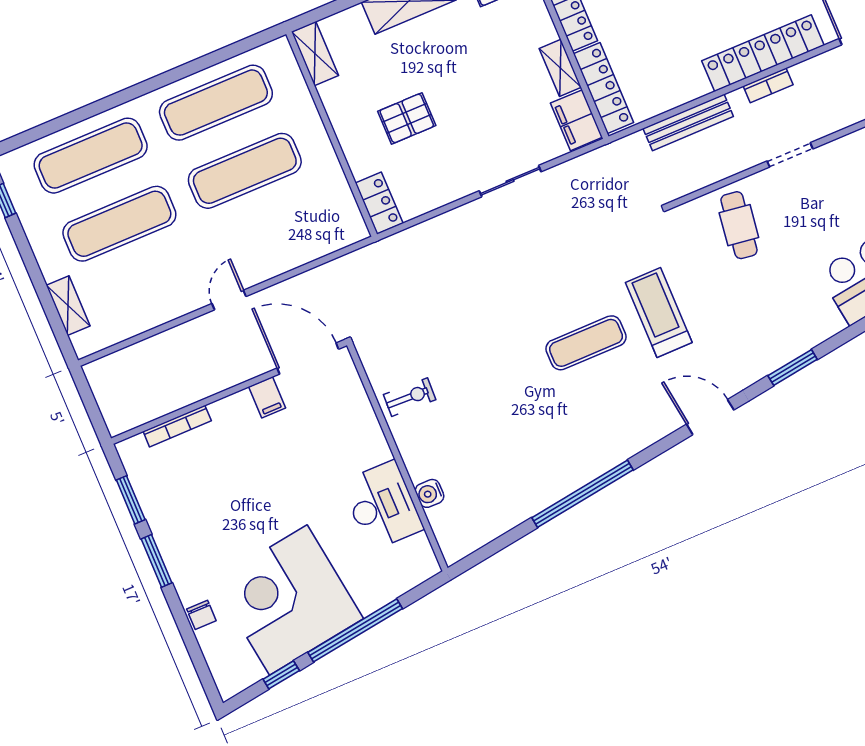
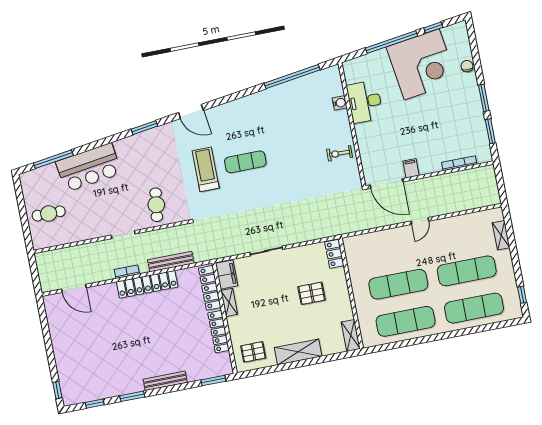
locker: (763, 53) -> (147, 284), moved
treadmill: (659, 312) -> (206, 169), turned 180
window: (583, 494) -> (292, 76), moved

